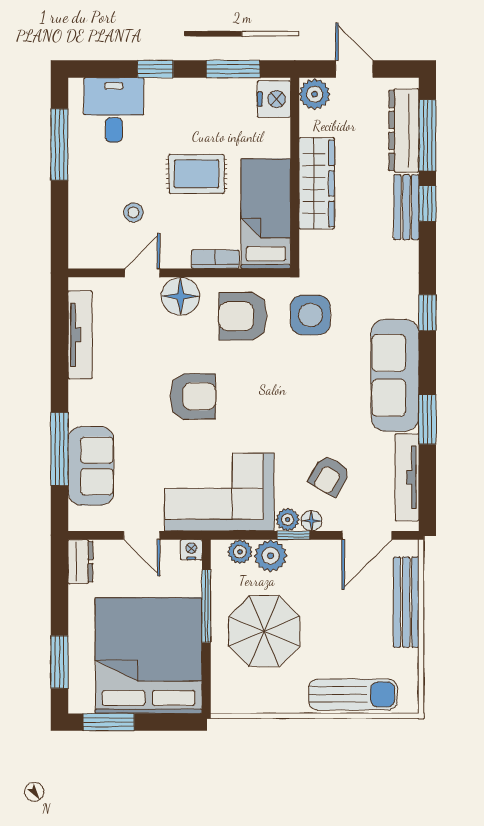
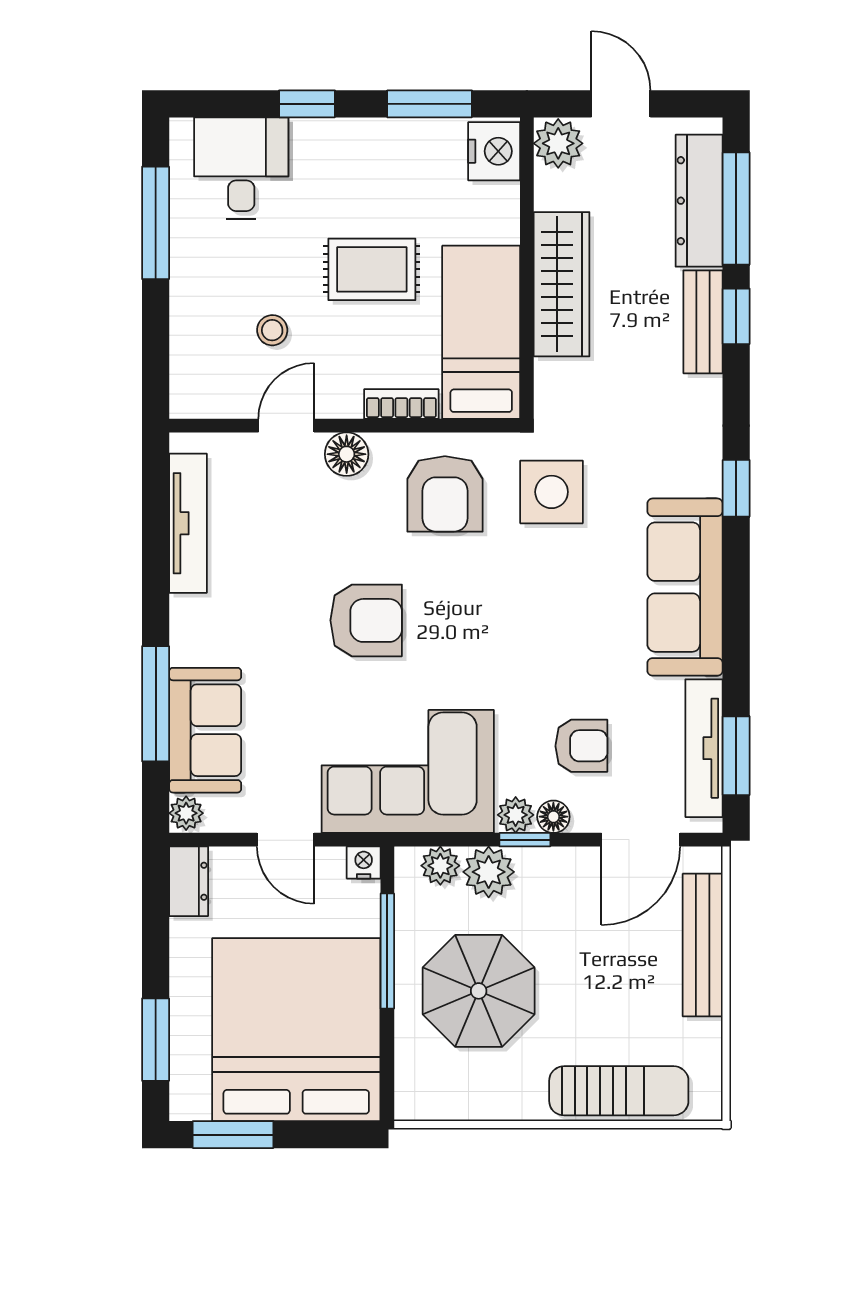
floor lamp: (180, 296) -> (347, 454), width x0.73, depth x0.73
armchair: (243, 316) -> (445, 494), turned -90
window: (427, 419) -> (736, 756), moved
armchair: (329, 476) -> (581, 746), turned -120
plant: (79, 518) -> (186, 813), added

